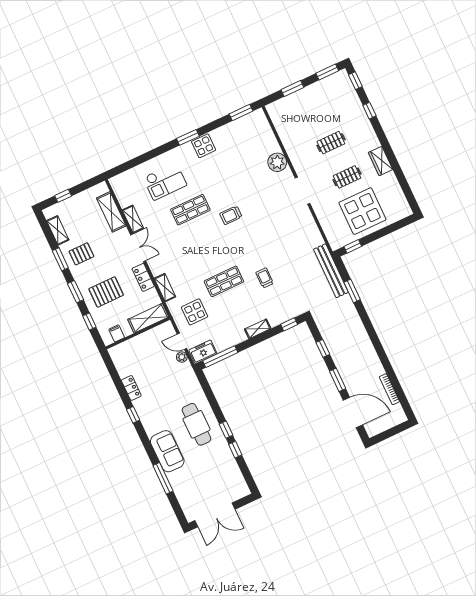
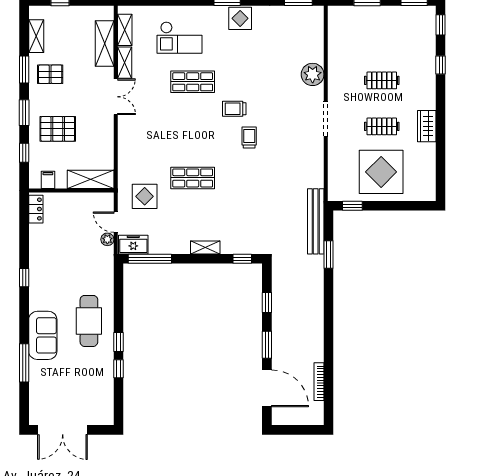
locker: (143, 277) -> (106, 132), removed
trolley: (265, 278) -> (249, 137), moved
shelving: (165, 288) -> (125, 30), moved
locker: (131, 388) -> (36, 209), moved

